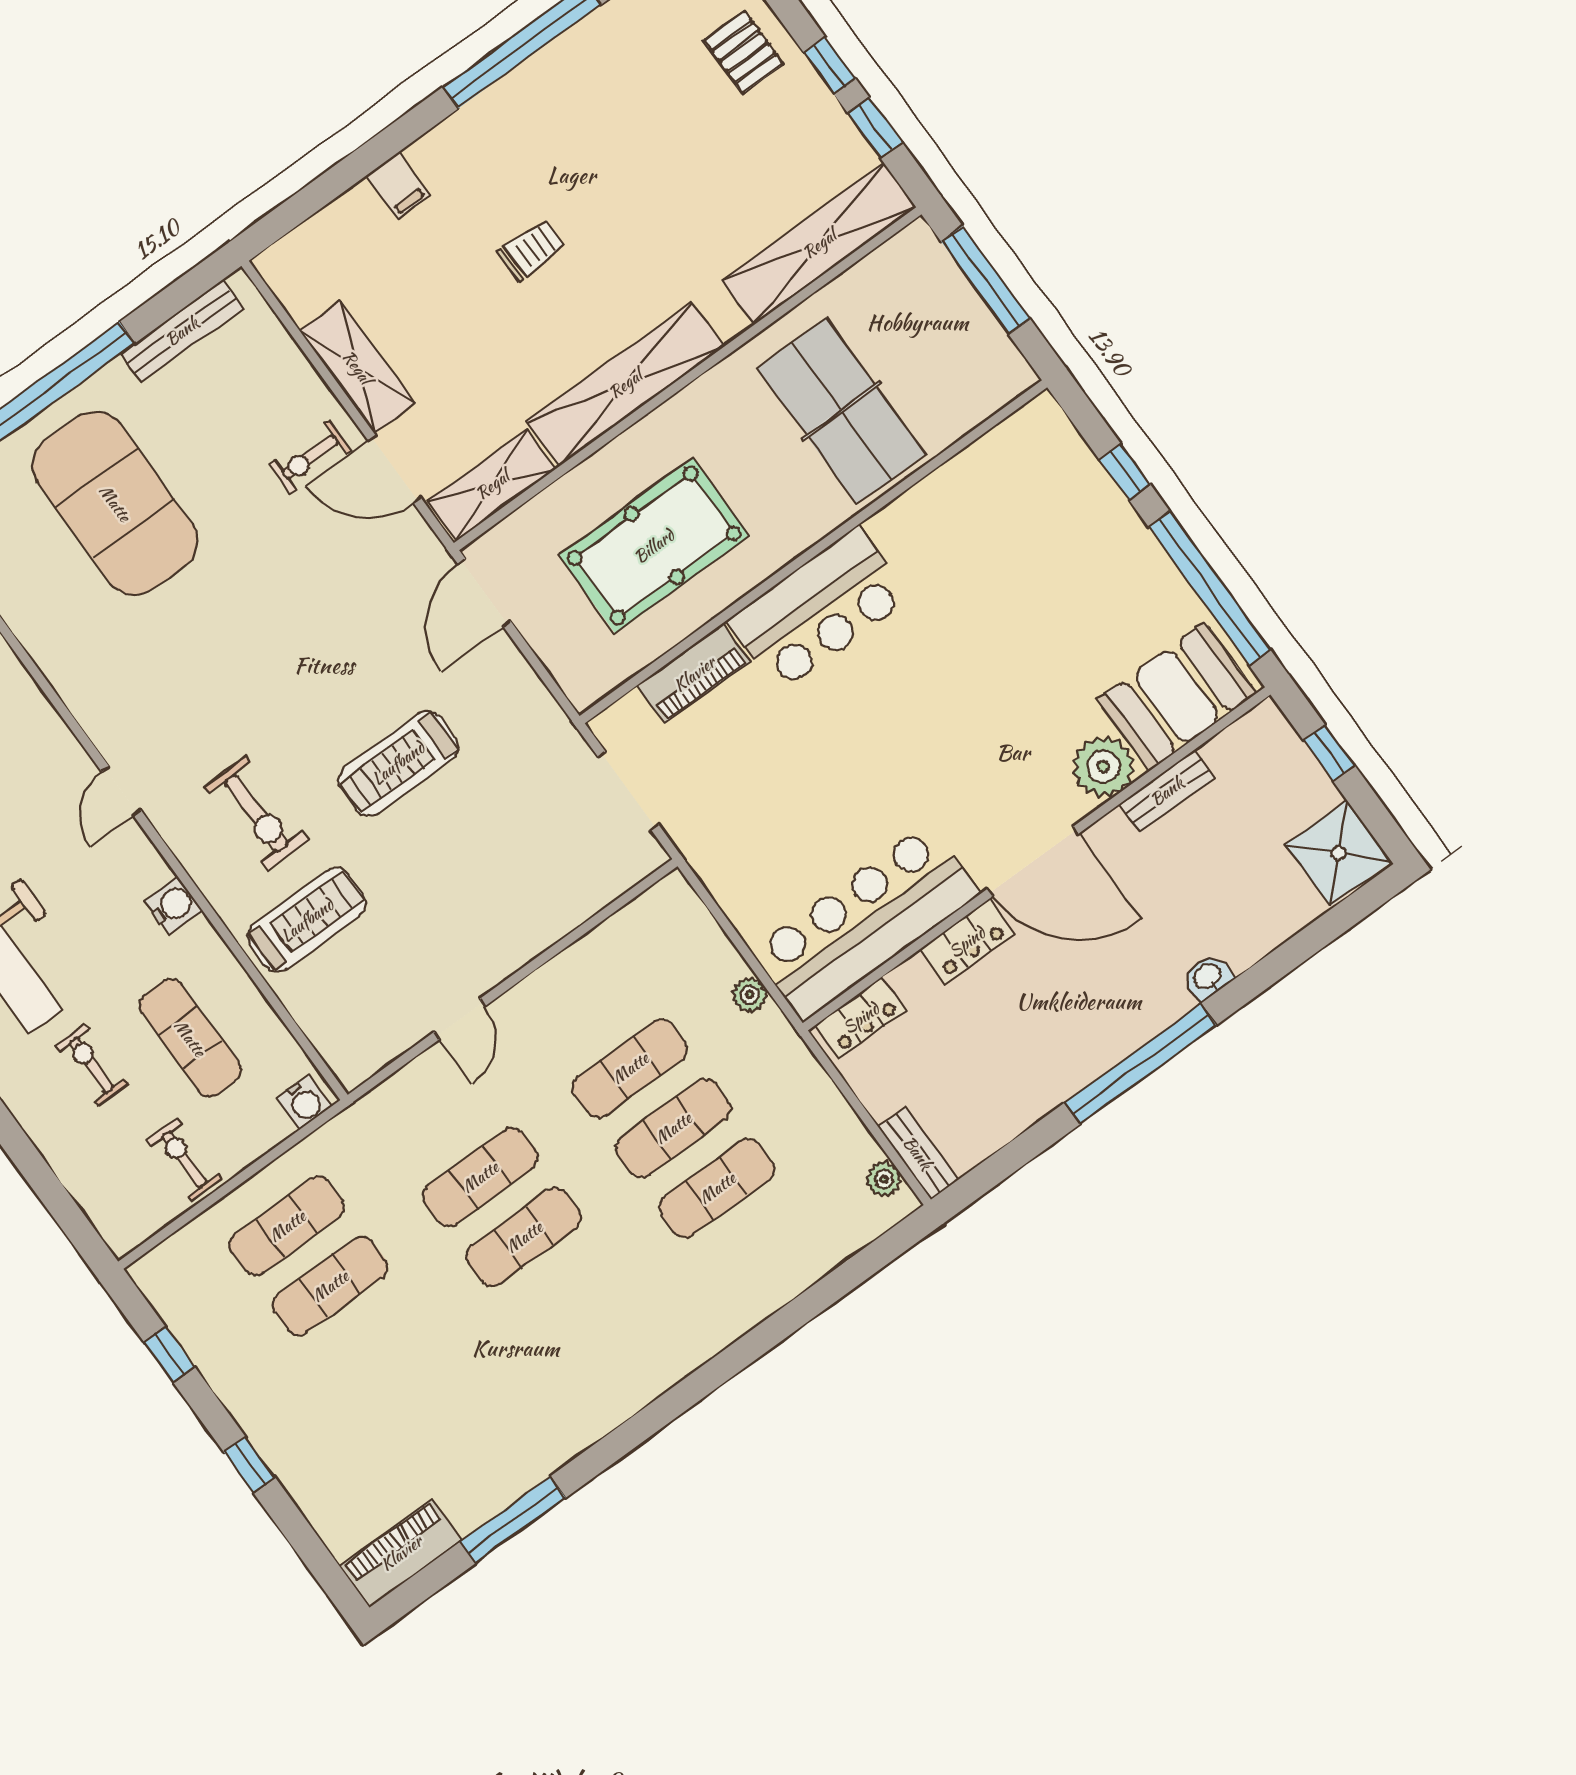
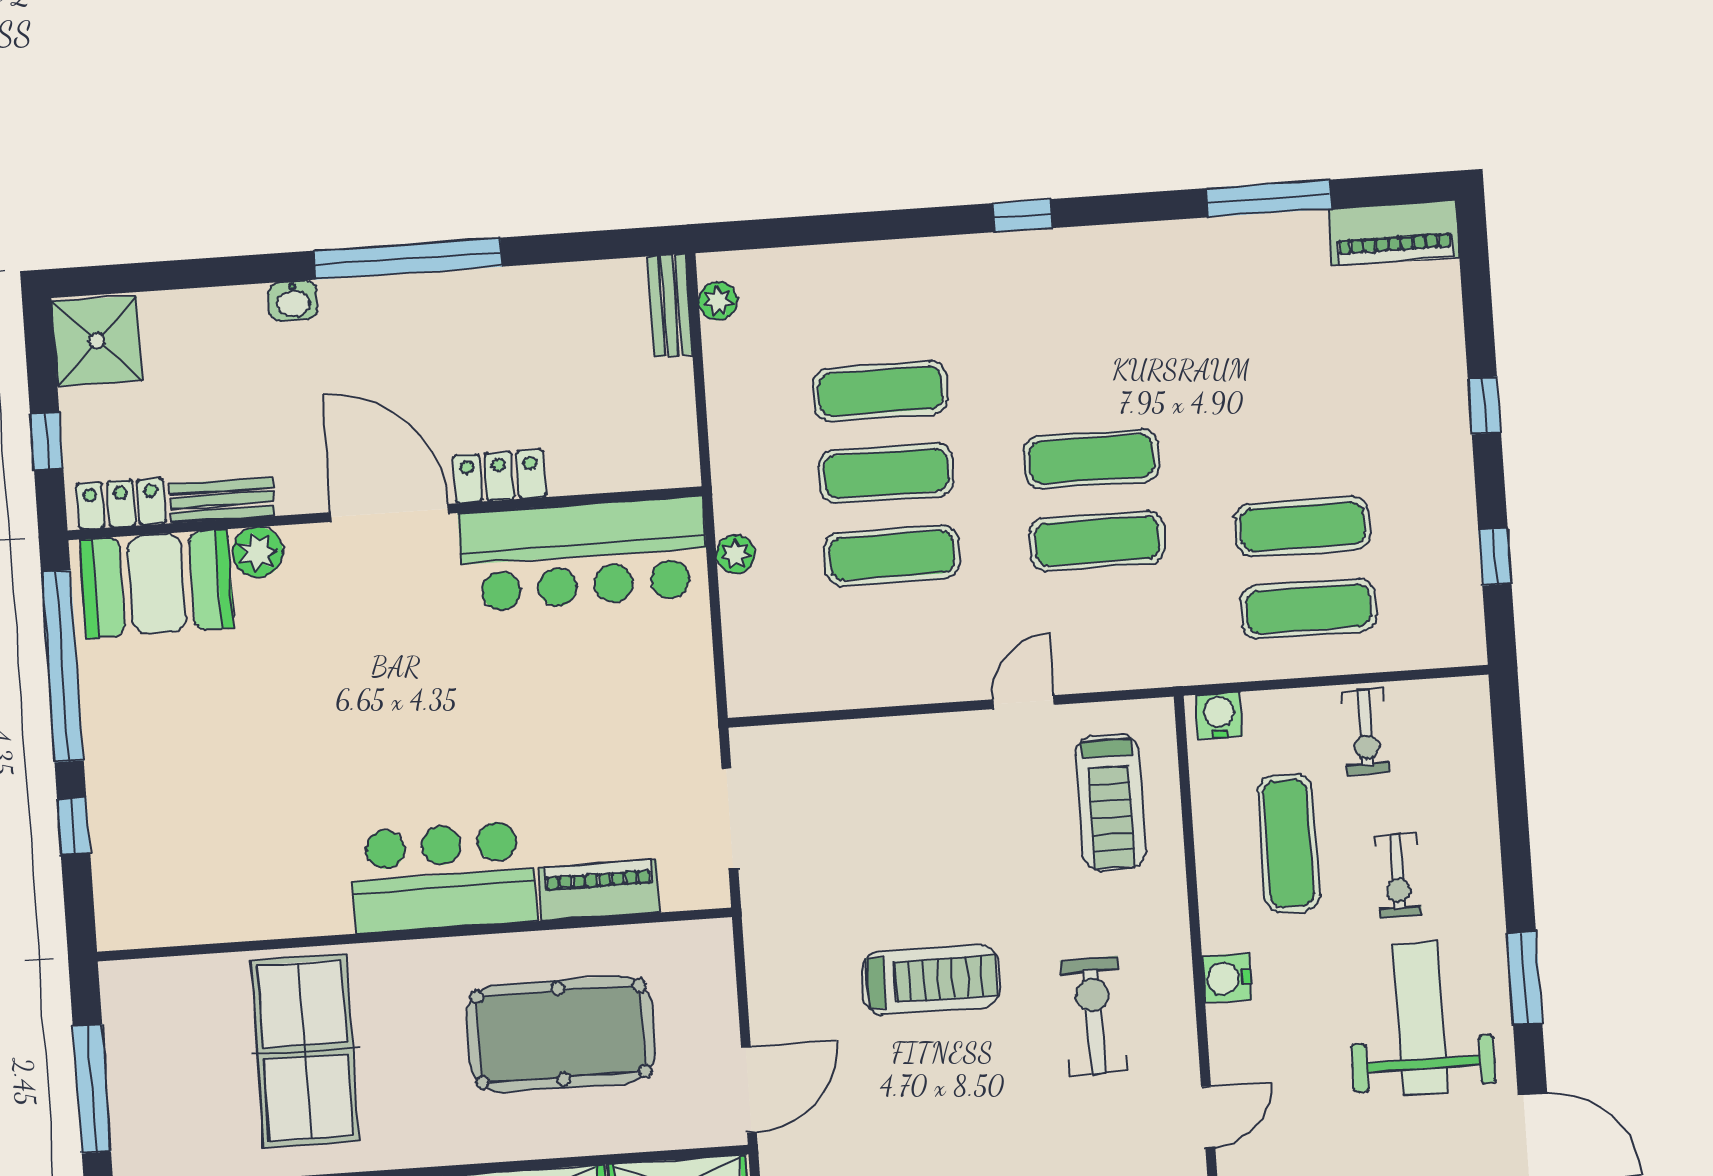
plant: (1103, 767) -> (258, 552), width x0.73, depth x0.73
treadmill: (307, 920) -> (1111, 802), moved, turned -90
locker: (861, 1018) -> (121, 504), moved
window: (692, 1390) -> (1022, 216), added

